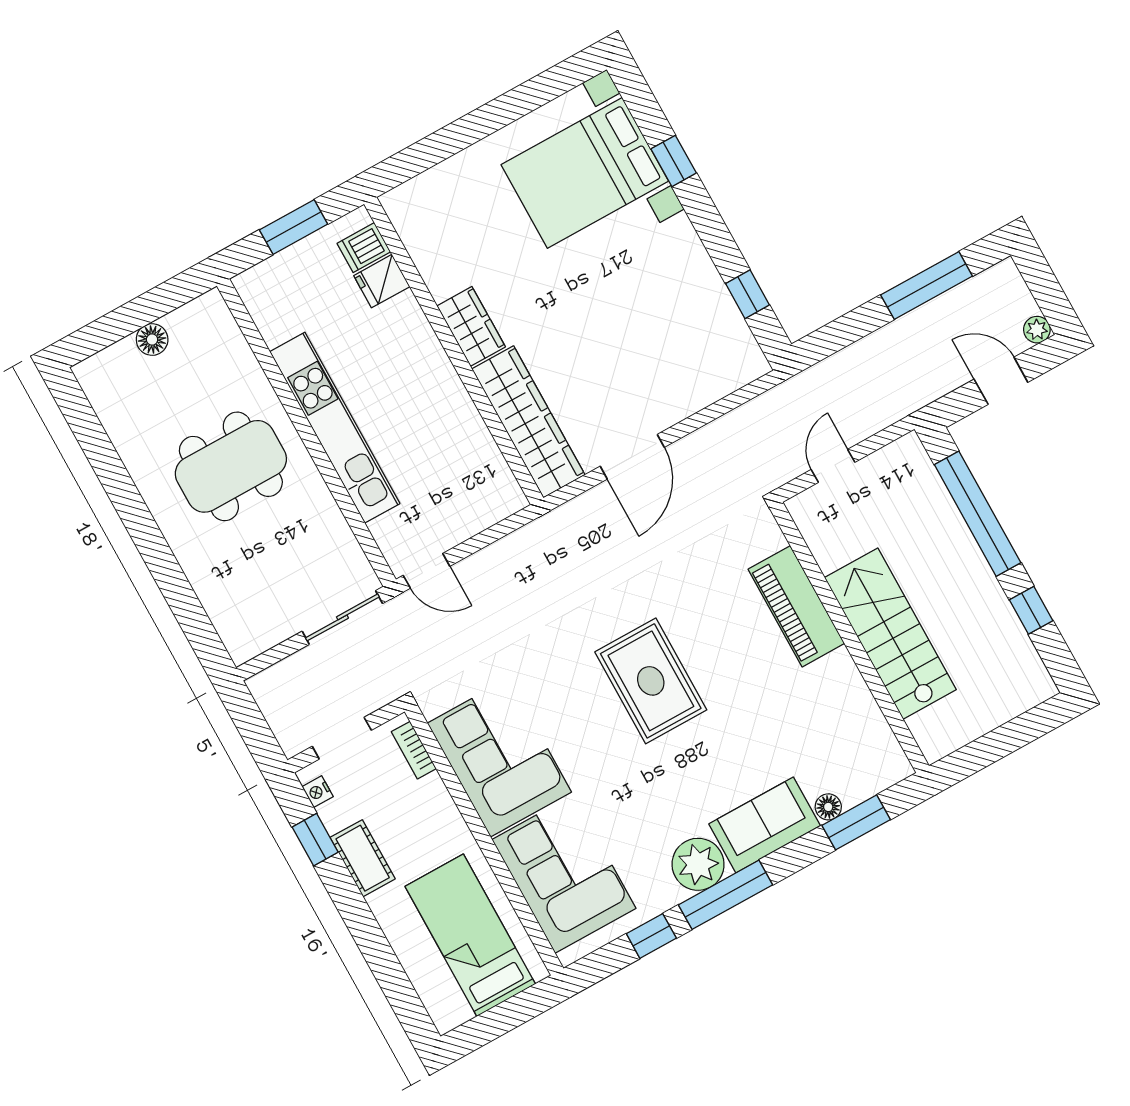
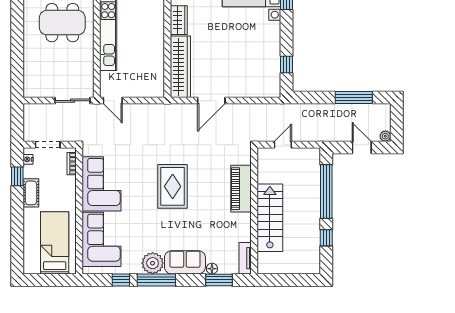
tv unit: (885, 747) -> (245, 258), added

